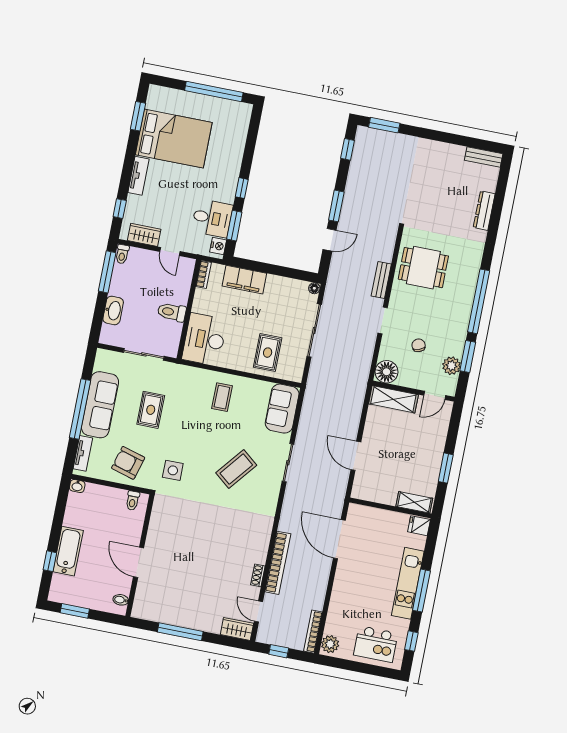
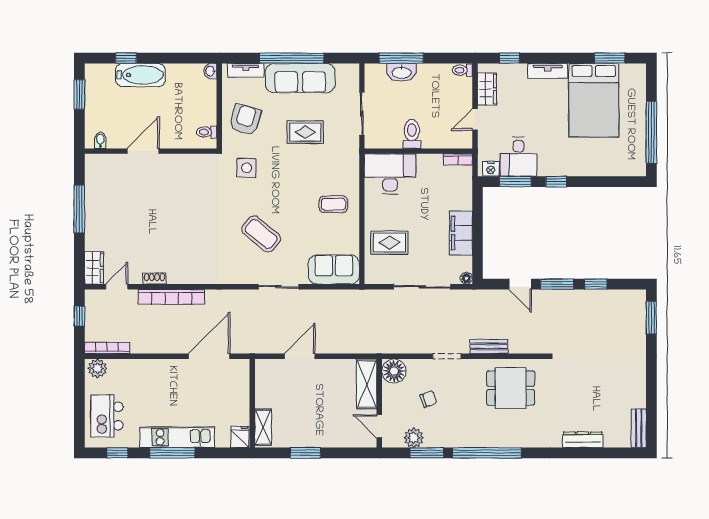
window: (348, 149) -> (596, 284), moved
dining table: (423, 268) -> (511, 388), turned 90
window: (107, 272) -> (401, 58), moved
filing cabinet: (244, 280) -> (461, 233), moved

